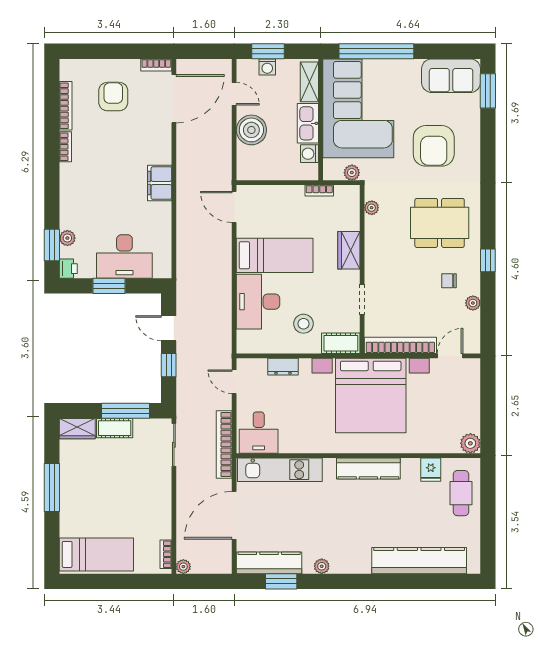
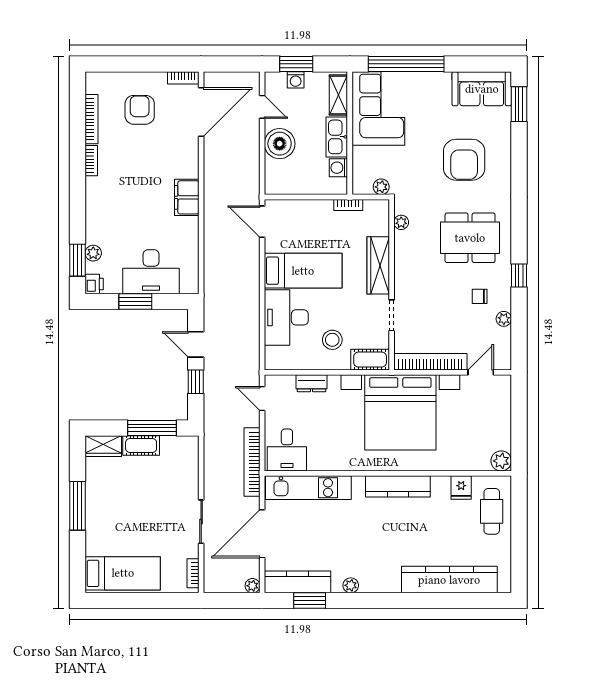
corner sofa: (358, 108) -> (378, 108), width x0.73, depth x0.74
wardrobe: (349, 250) -> (378, 265), width x1.50
sliding door: (174, 445) -> (201, 522), moved
plant: (183, 567) -> (252, 586), moved

